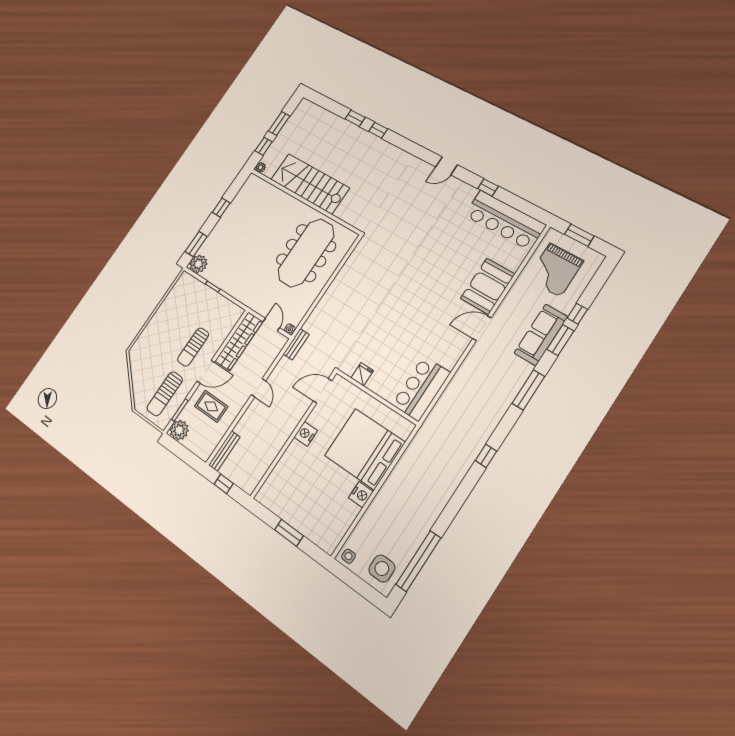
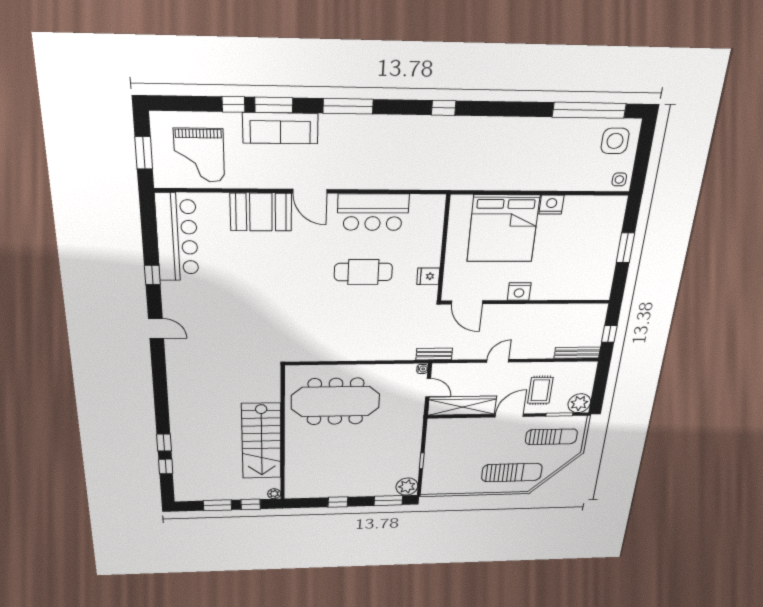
window: (378, 130) -> (166, 466), moved
grand piano: (555, 270) -> (199, 155), turned 90
door: (271, 325) -> (428, 388), swing flipped
cafe table: (396, 330) -> (363, 272), added
sun lounger: (193, 347) -> (512, 473), moved, width x1.36, depth x1.34
door: (206, 372) -> (509, 416), hinge flipped
bar counter: (421, 389) -> (373, 212), moved

